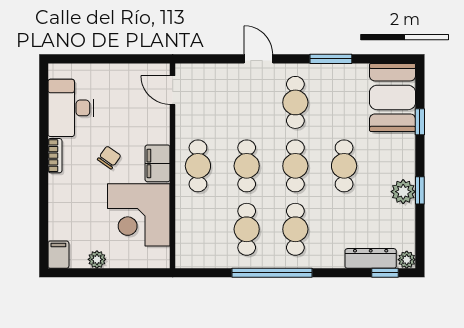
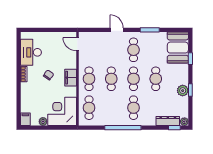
corner desk: (139, 215) -> (62, 111), moved, turned 90
cafe table: (247, 229) -> (89, 108), moved

